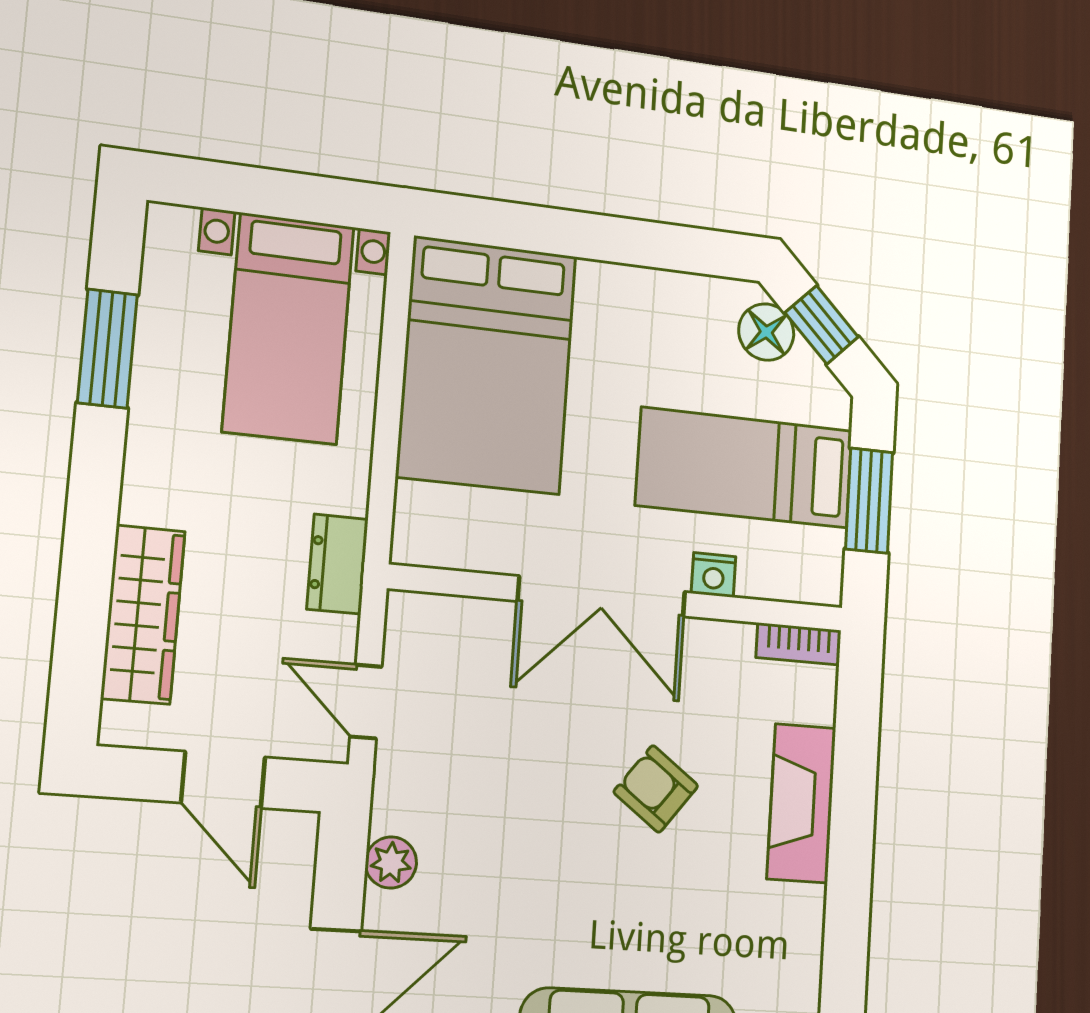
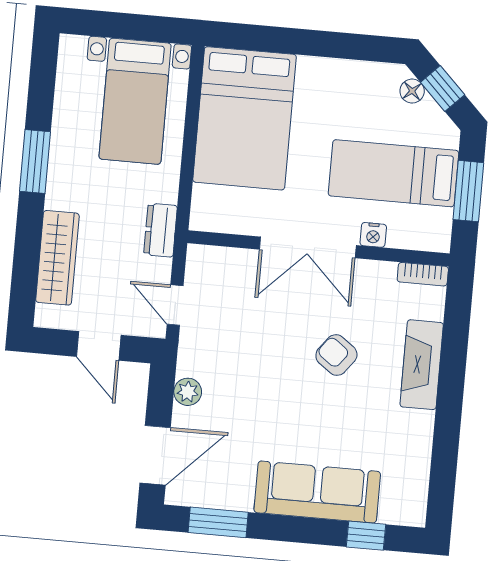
floor lamp: (766, 332) -> (412, 91), width x0.73, depth x0.73
window: (107, 349) -> (35, 162), moved

